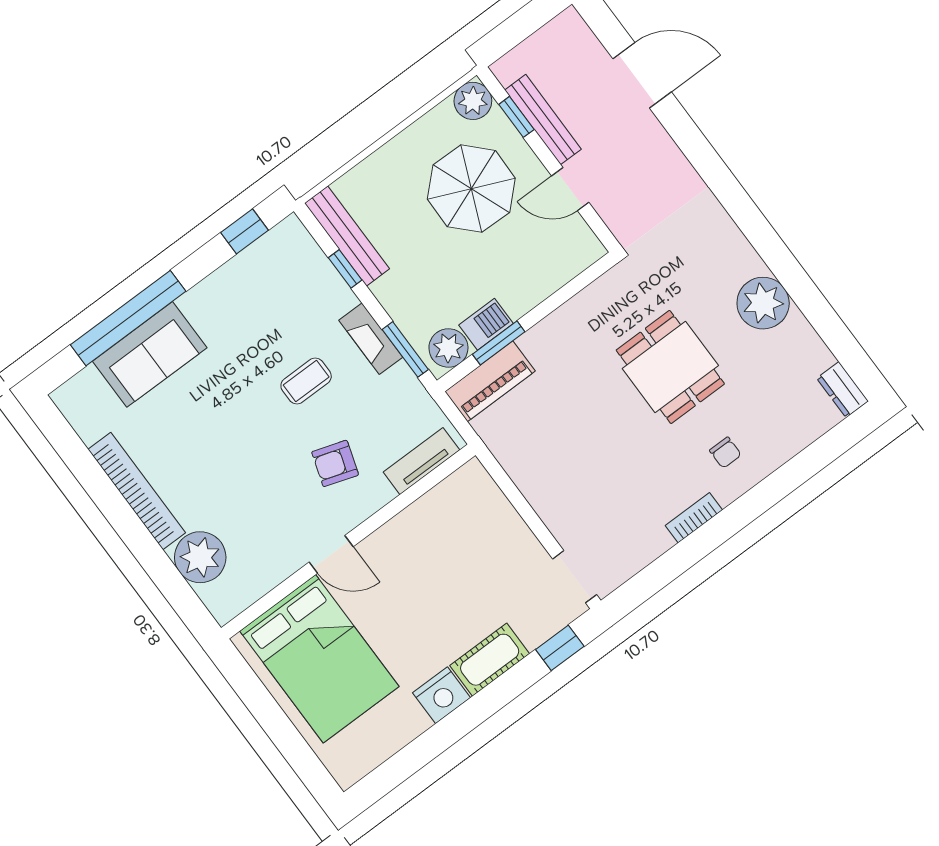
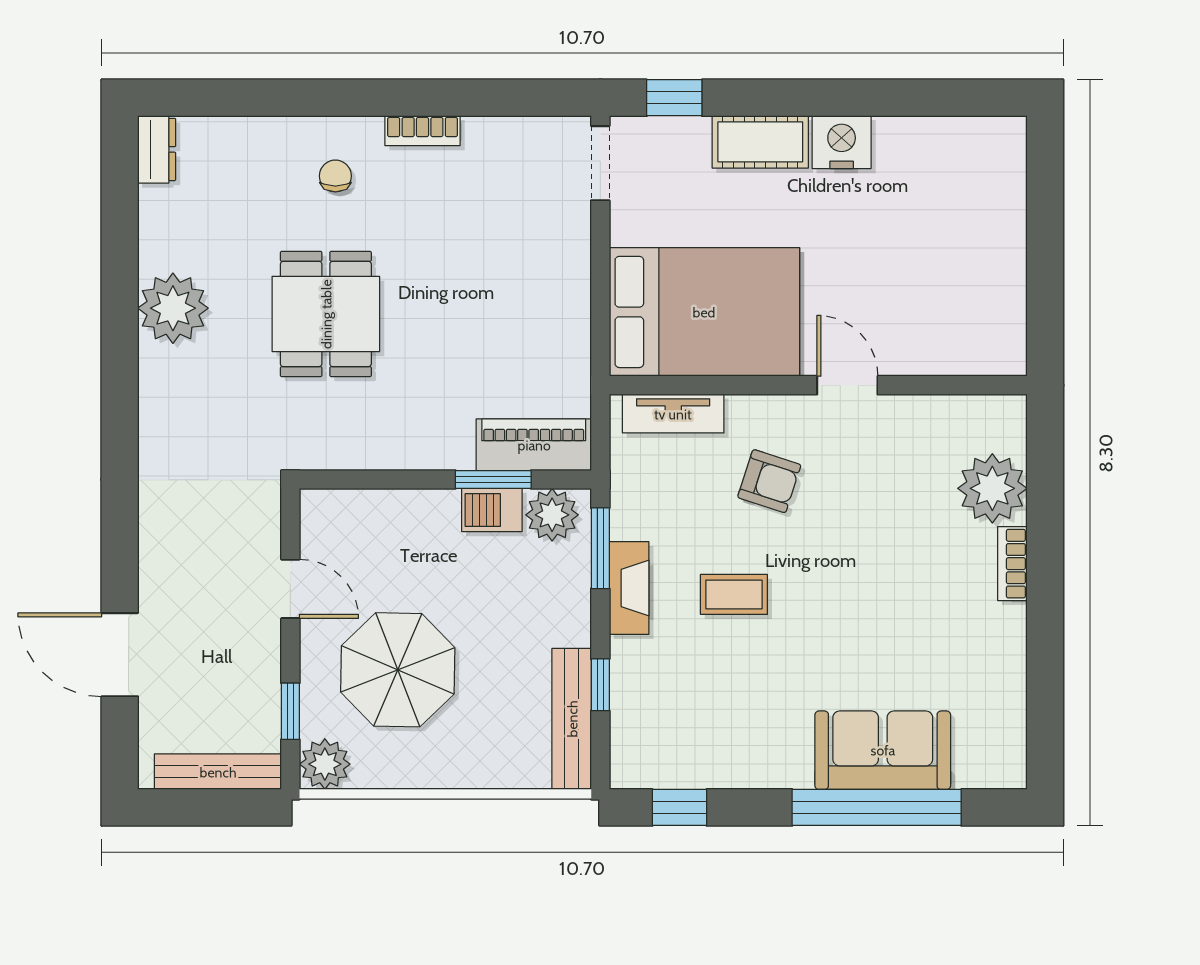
bench: (543, 120) -> (218, 772), moved, turned 90
bookcase: (137, 491) -> (1012, 564), width x0.43, depth x0.76
bed: (319, 659) -> (704, 312), moved, turned 90

